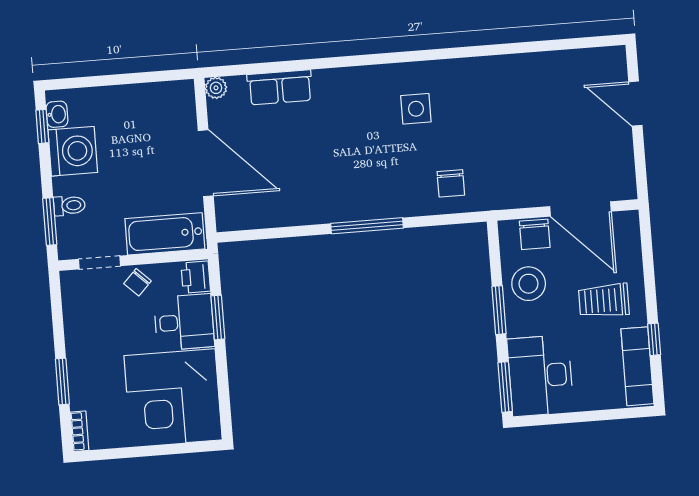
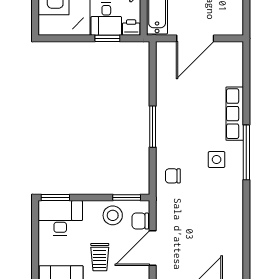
window: (399, 57) -> (246, 152), added
row of seats: (280, 87) -> (235, 114), moved, width x1.48
plant: (216, 88) -> (237, 47), removed
trolley: (604, 301) -> (100, 257), turned 180
window: (499, 310) -> (127, 198), moved

